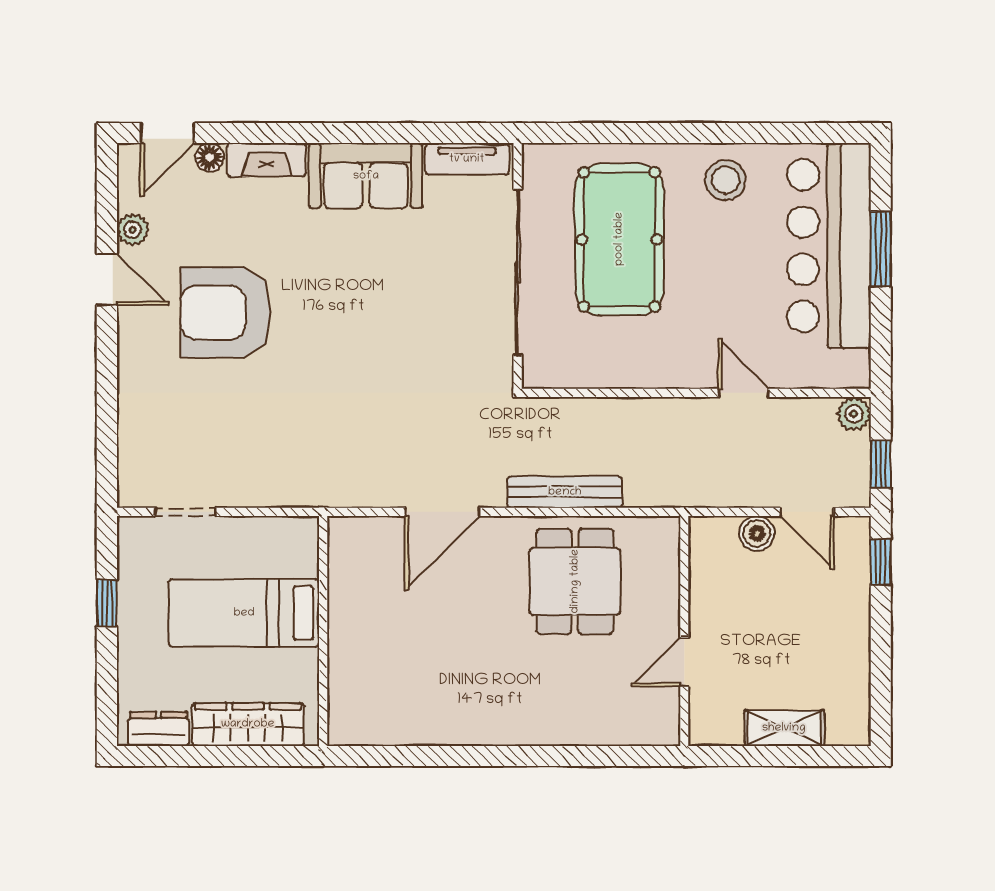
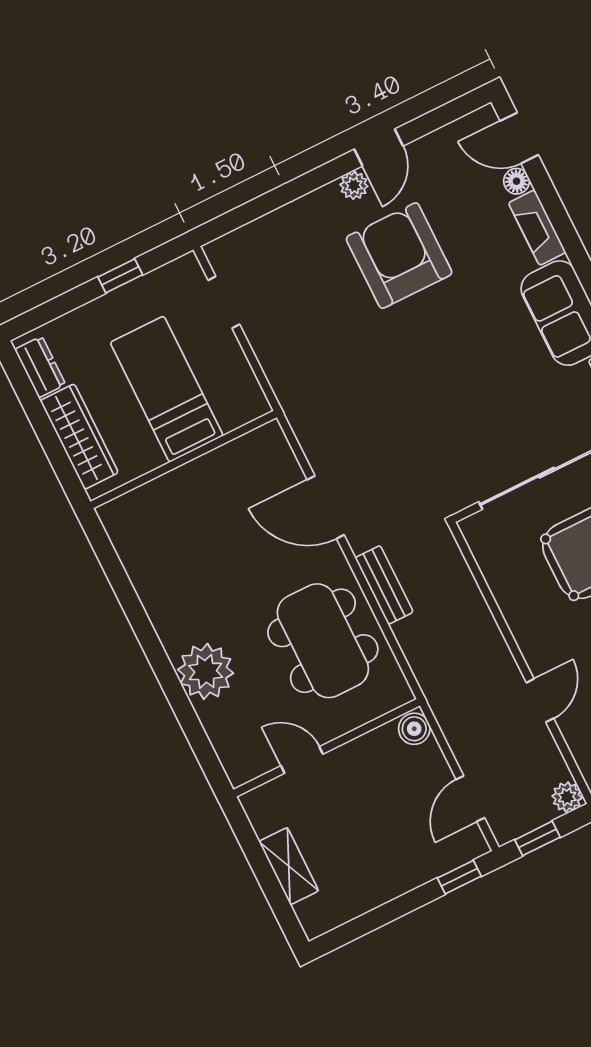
plant: (133, 230) -> (354, 185), moved
bench: (565, 492) -> (384, 585), width x0.73
boiler: (757, 533) -> (414, 729), moved
dining table: (575, 581) -> (323, 641), width x1.37
plant: (547, 715) -> (206, 671), added

